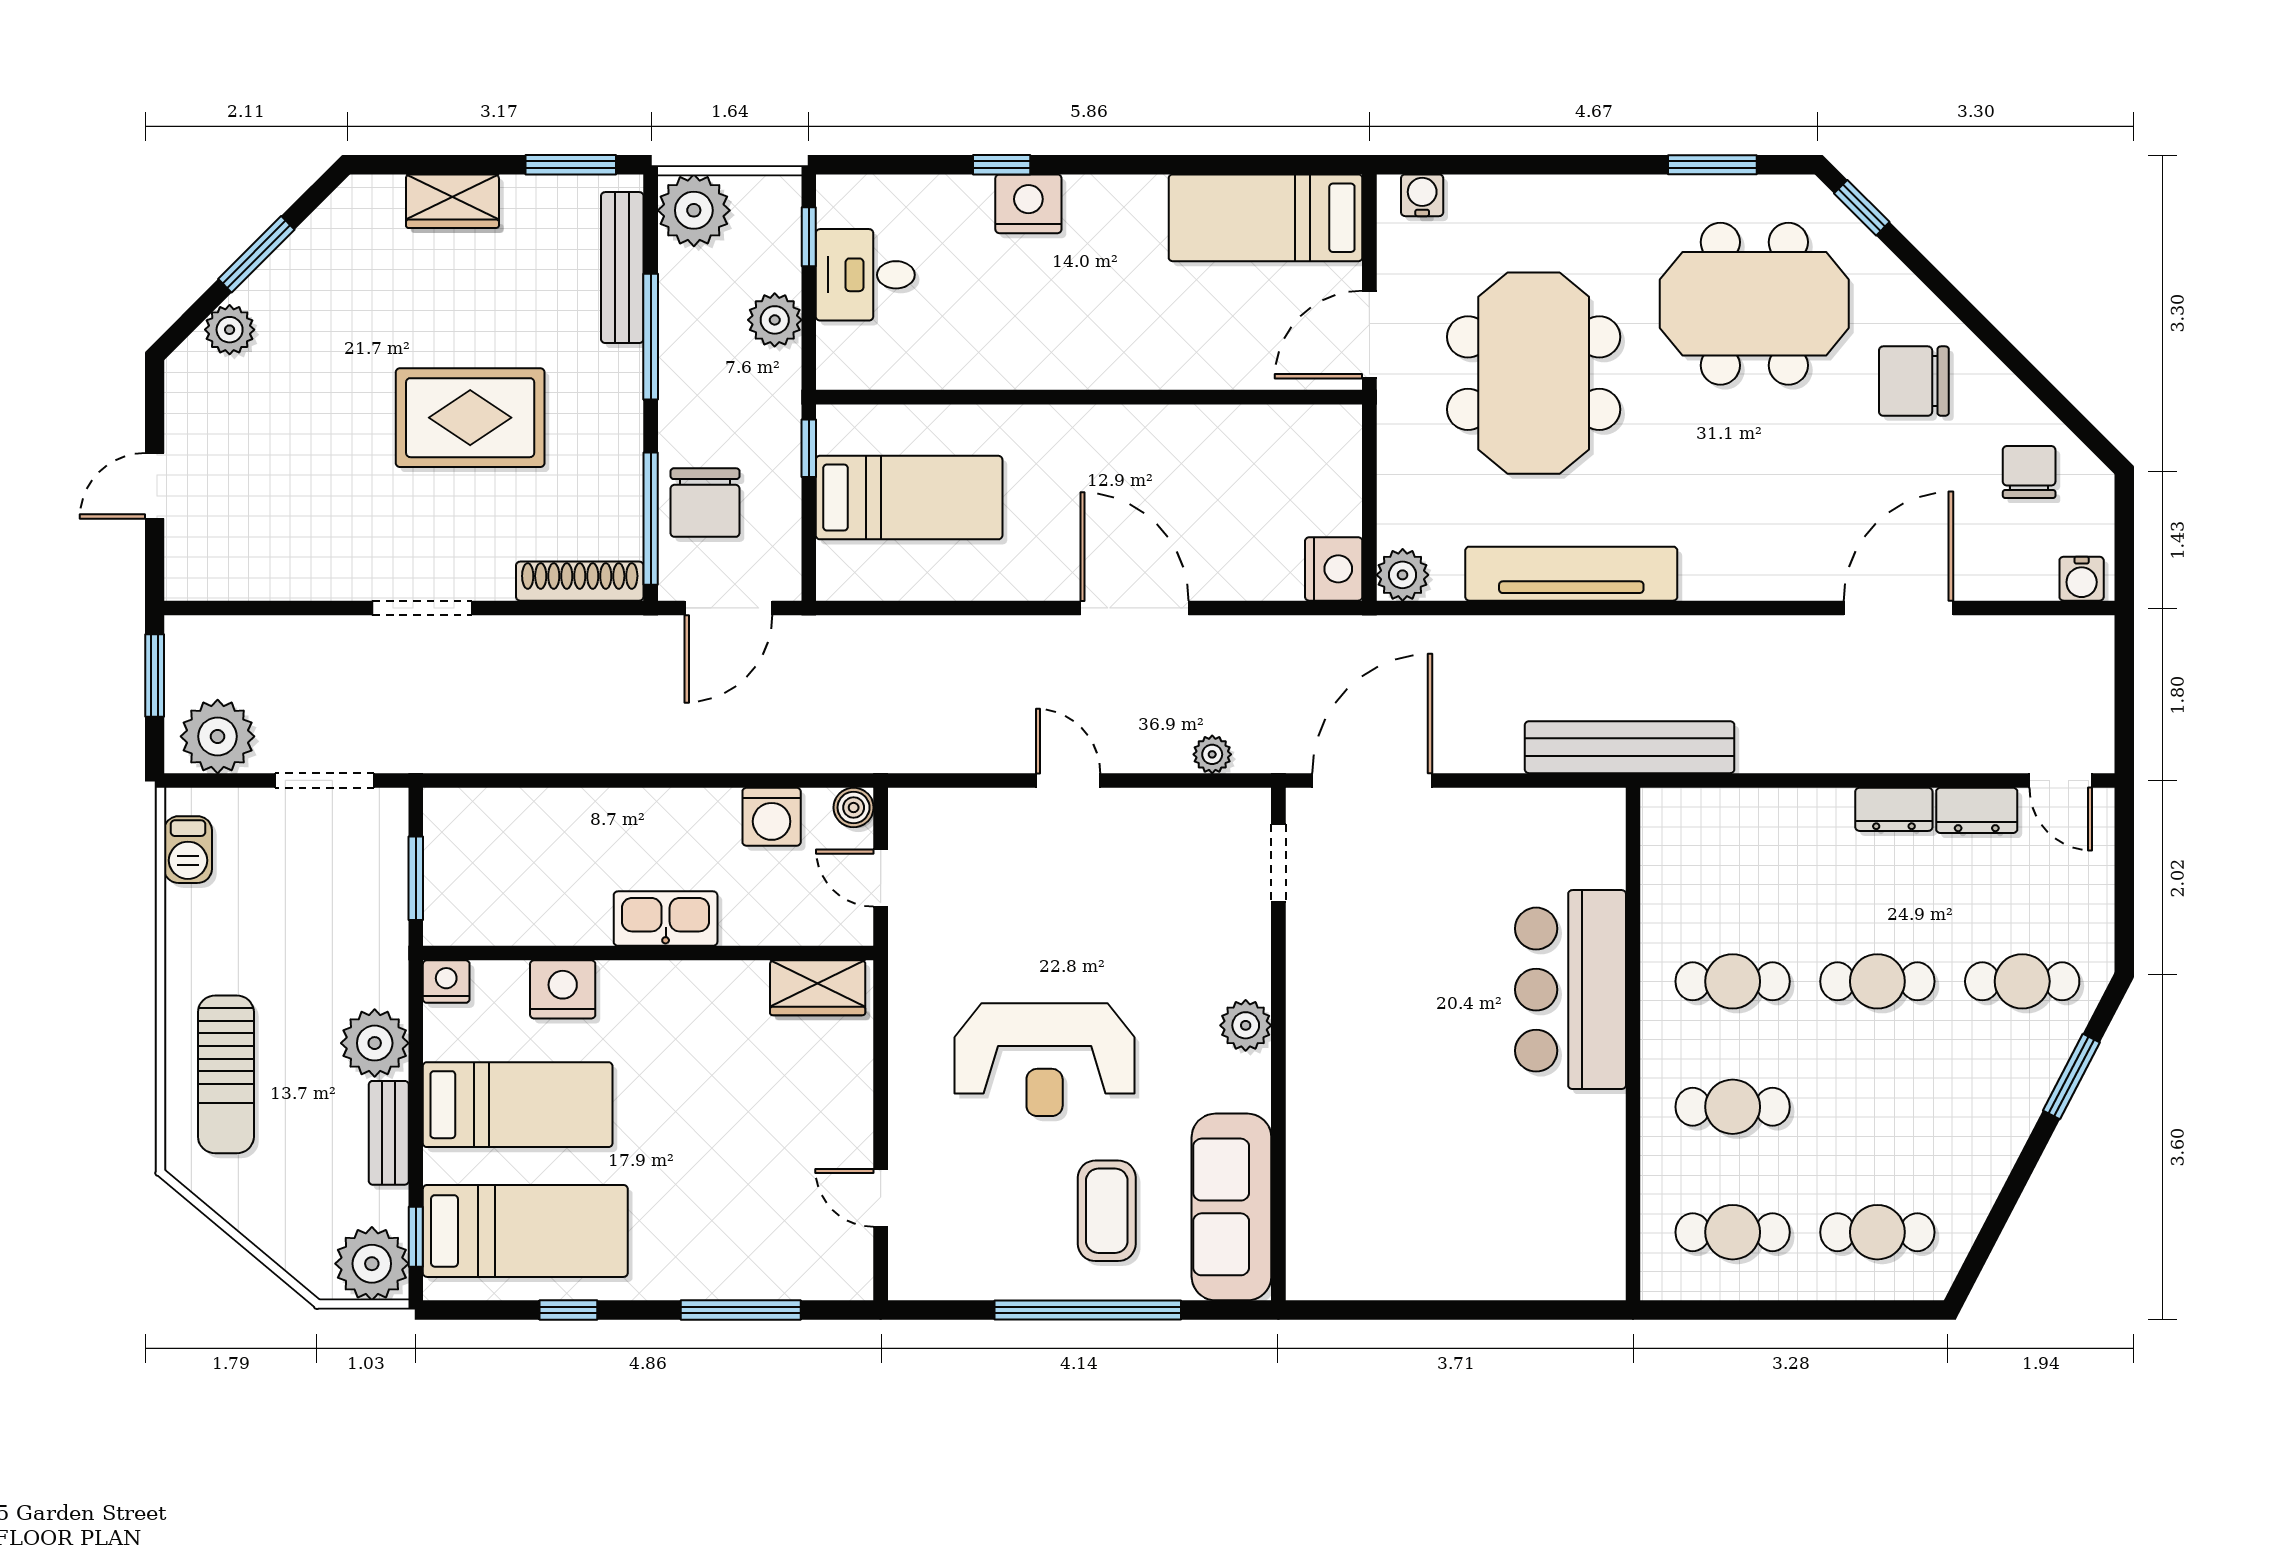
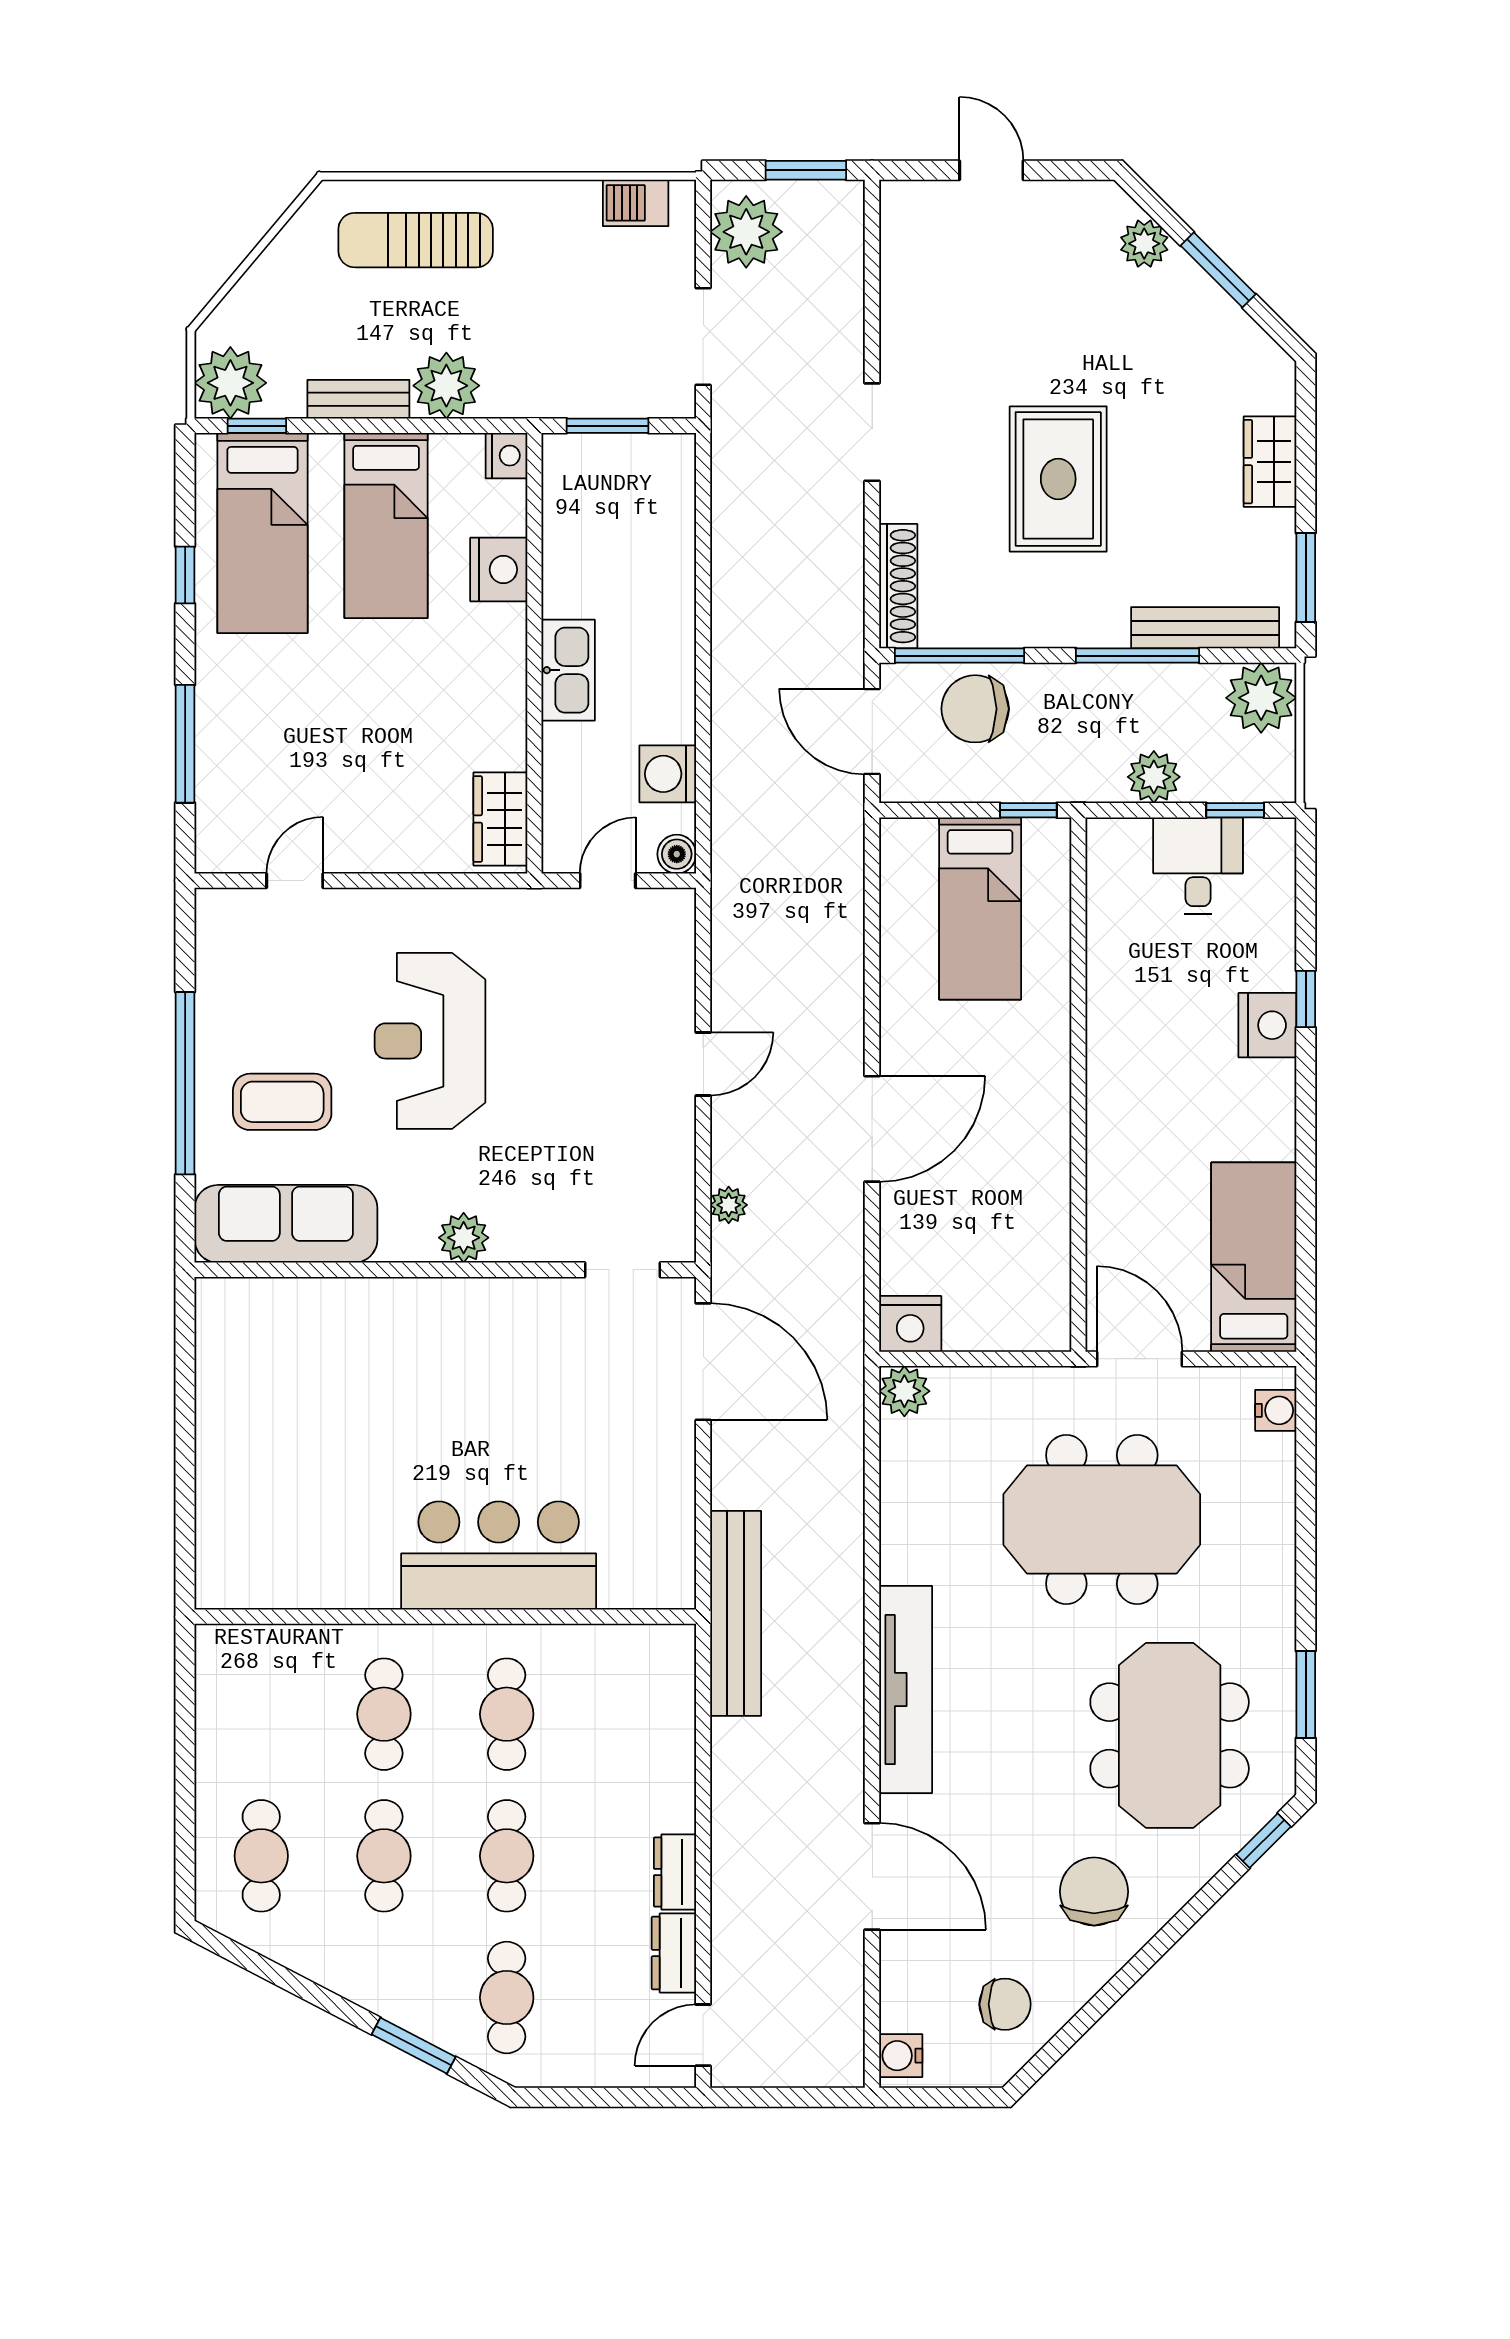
tv unit: (1571, 574) -> (906, 1690), moved
cafe table: (1733, 1232) -> (384, 1856), moved

